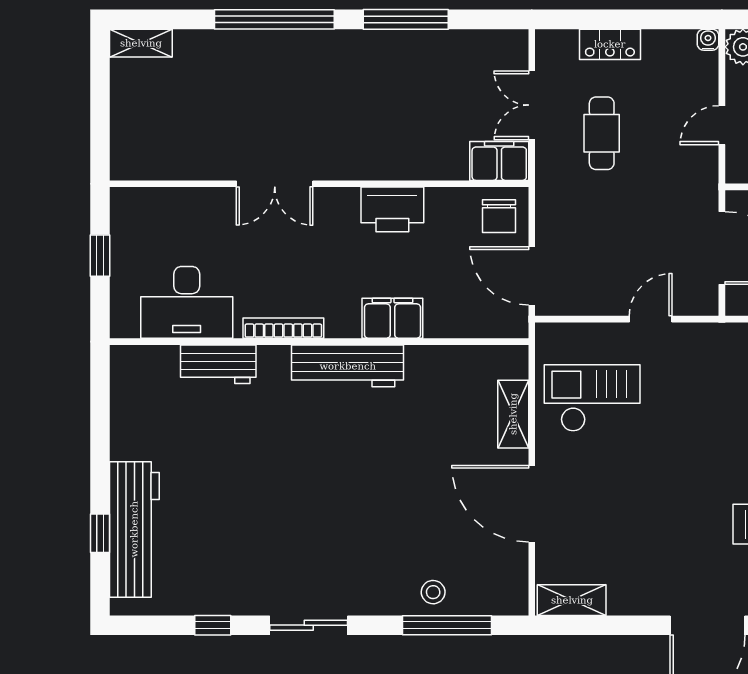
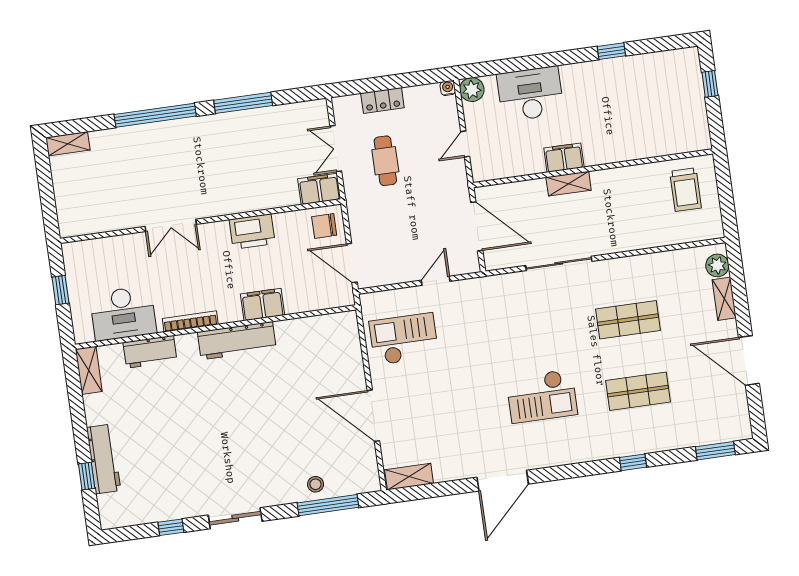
chair: (499, 216) -> (324, 226), turned 90
shelving: (513, 414) -> (89, 370), moved
workbench: (134, 529) -> (104, 459), width x0.73, depth x0.76

